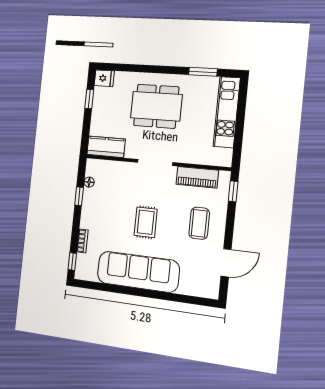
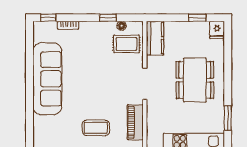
rug: (146, 222) -> (126, 44), moved

